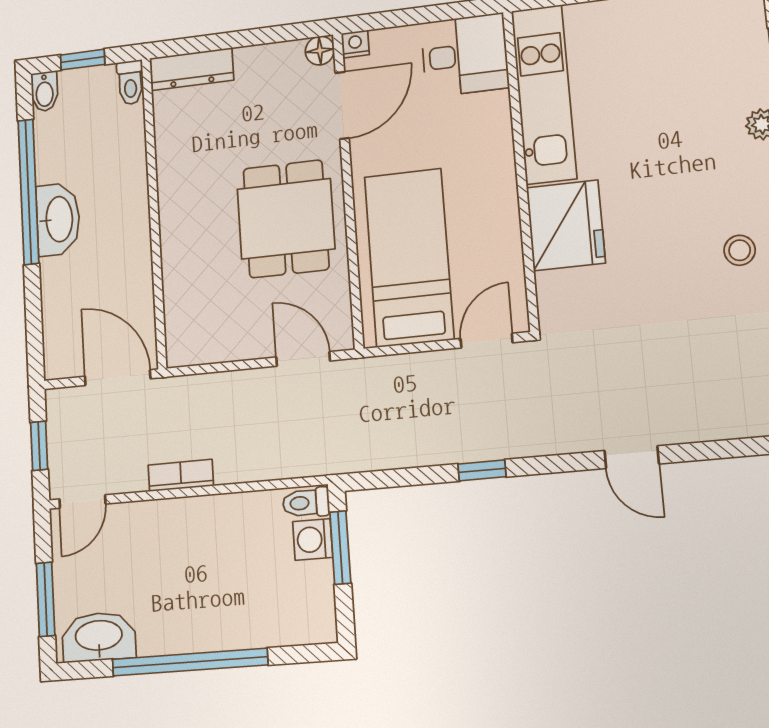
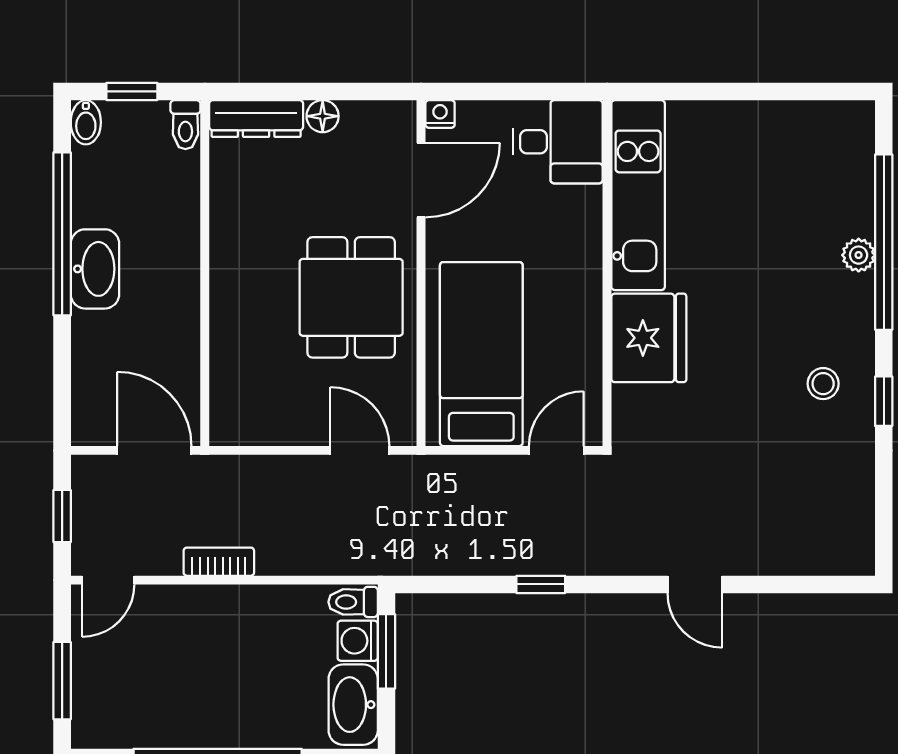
floor lamp: (320, 51) -> (323, 116), moved
washbasin: (99, 637) -> (353, 705), moved, turned -90

